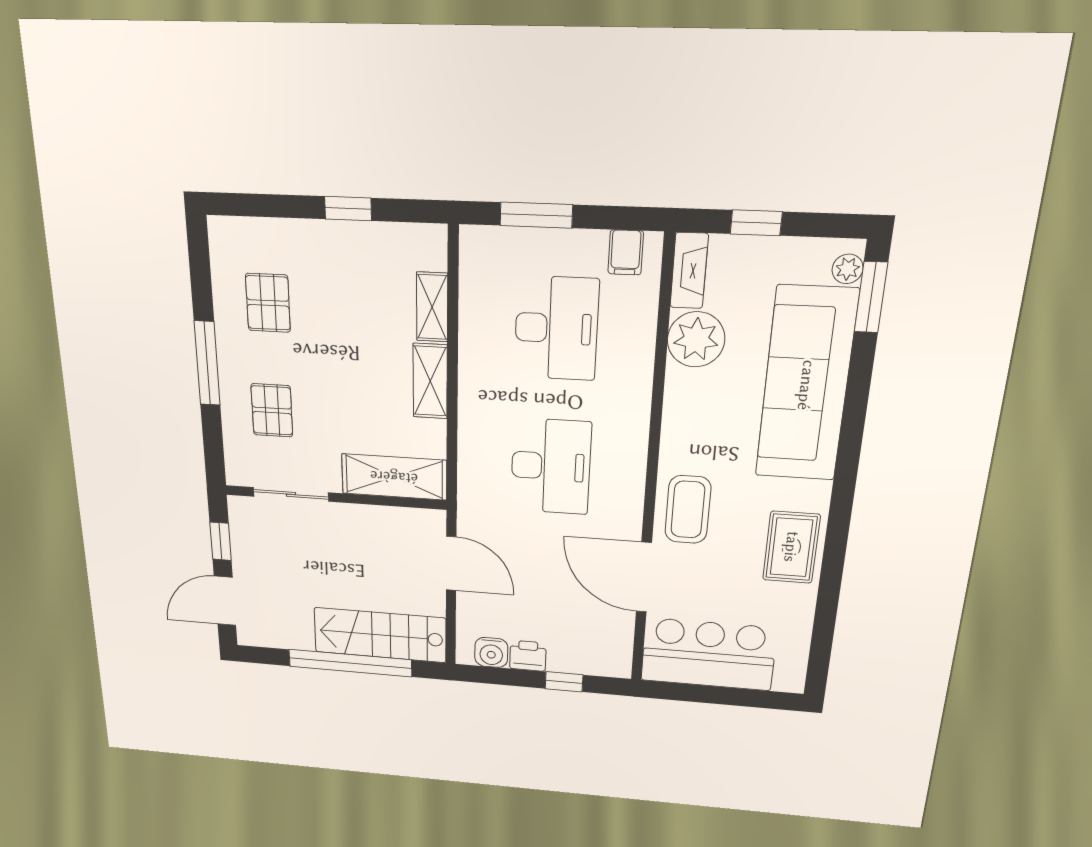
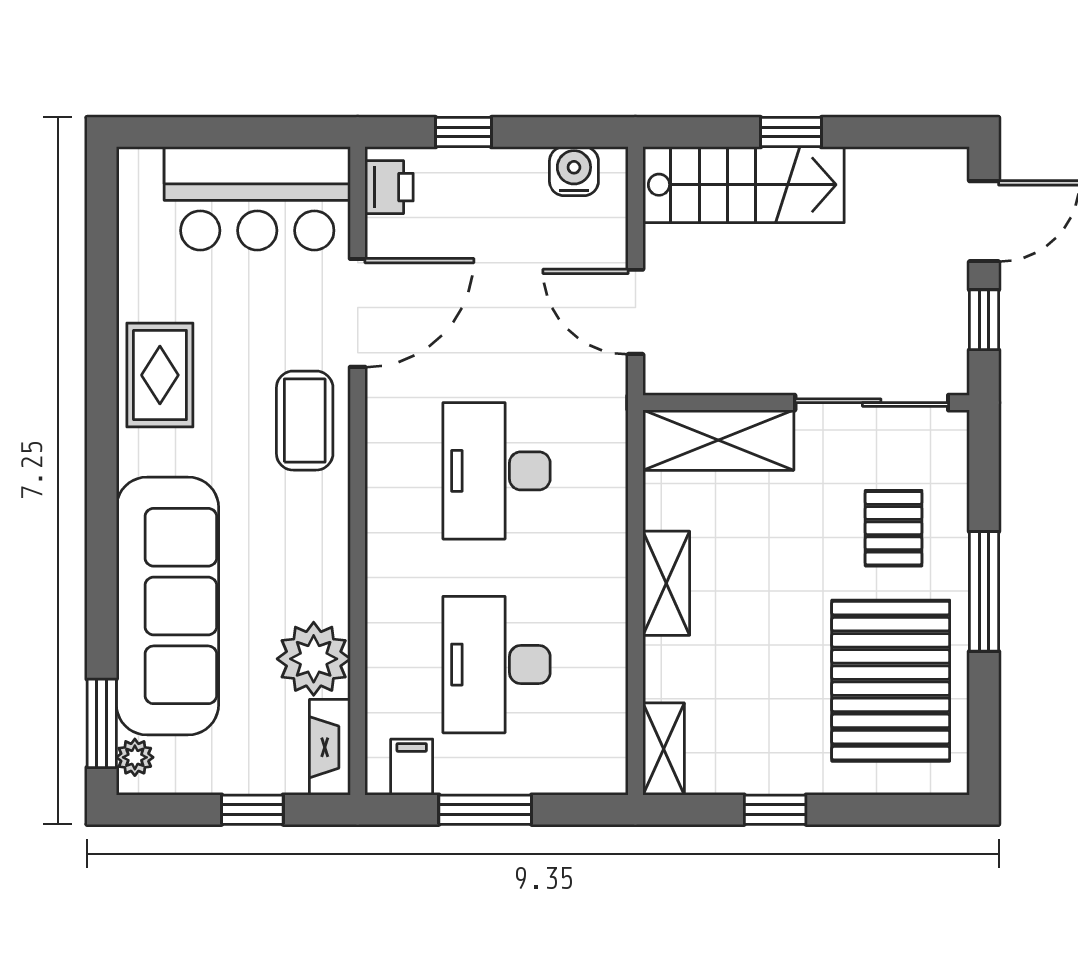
window: (536, 215) -> (485, 810), moved
pallet: (268, 303) -> (891, 681), width x2.05, depth x2.00
shelving: (432, 307) -> (664, 749), moved
sliding door: (291, 494) -> (872, 403), width x1.37
door: (644, 577) -> (358, 313), hinge flipped
printer: (528, 656) -> (389, 187), moved, turned -90
window: (350, 663) -> (791, 132), width x0.32

